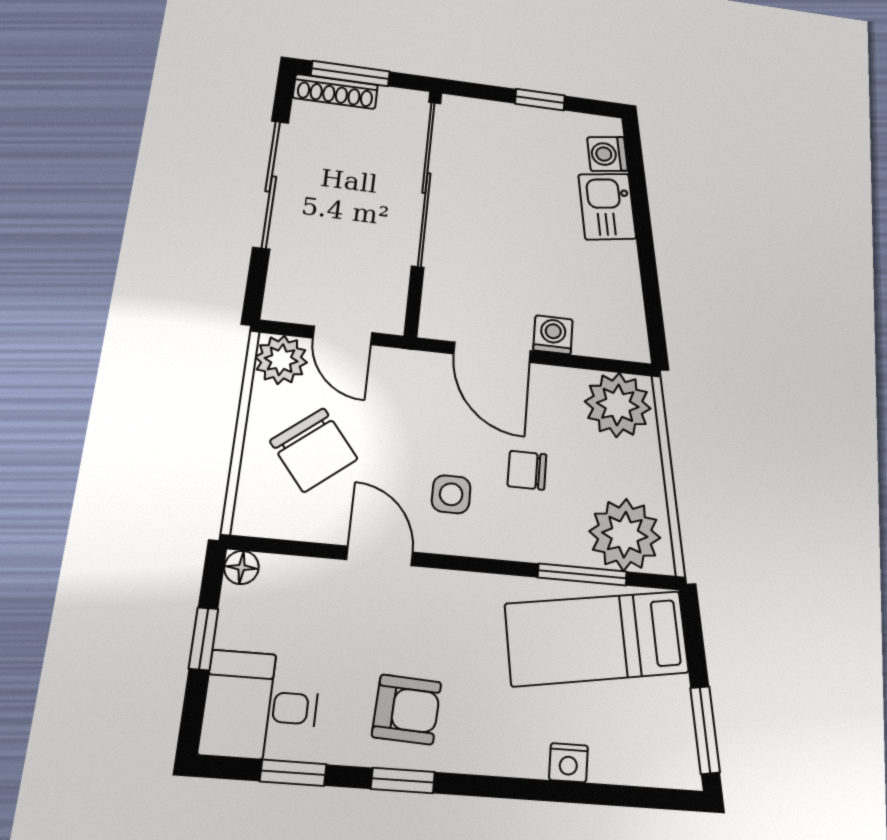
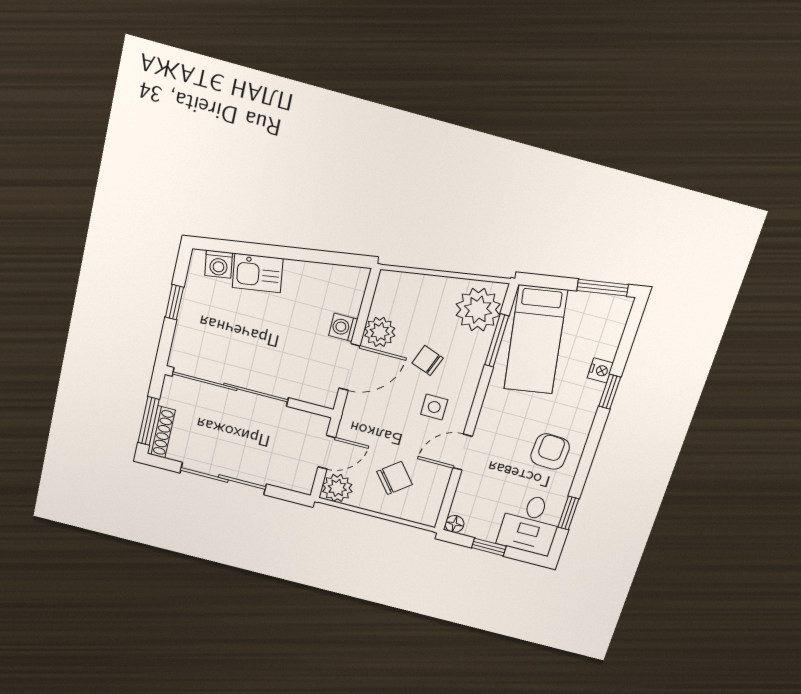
plant: (618, 405) -> (380, 332), moved, width x0.73, depth x0.73
chair: (314, 450) -> (394, 478), width x0.73, depth x0.73
chair: (527, 470) -> (428, 360), turned 110
window: (403, 780) -> (610, 392), moved

